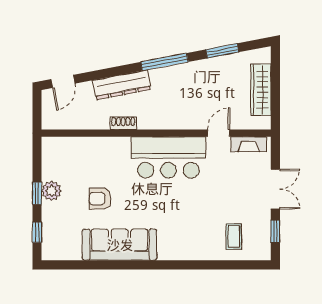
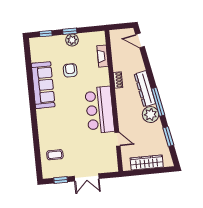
plant: (184, 76) -> (151, 115), added
dresser: (122, 85) -> (145, 89), moved
fireplace: (249, 144) -> (103, 56), moved

